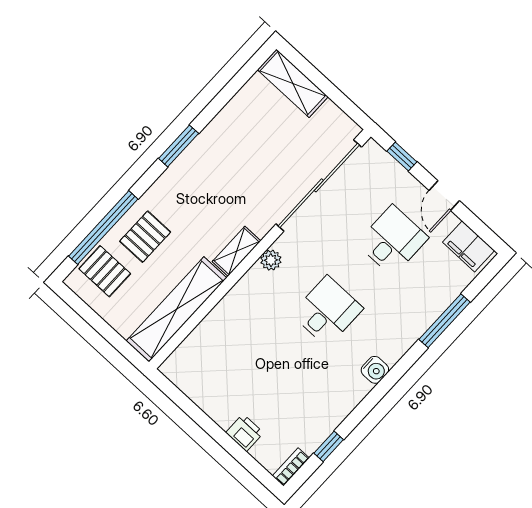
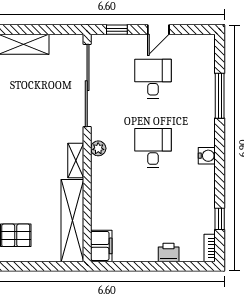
door: (444, 196) -> (158, 30), hinge flipped
pallet: (145, 237) -> (20, 197), removed
filing cabinet: (469, 246) -> (101, 246), moved, turned -90

